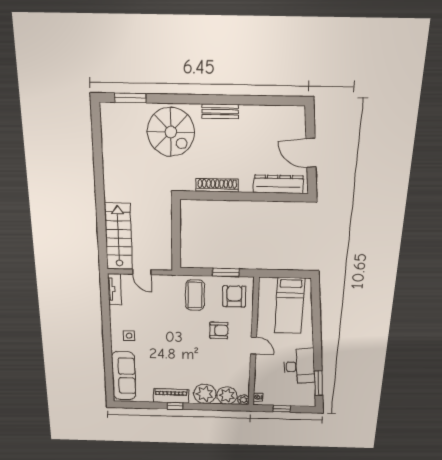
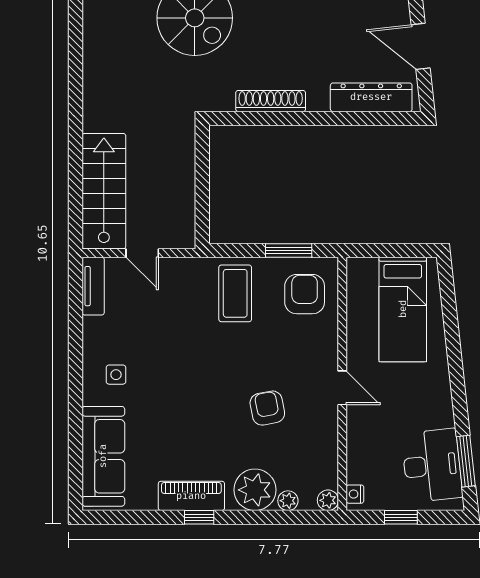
armchair: (219, 330) -> (267, 408), moved, turned -101
desk: (299, 366) -> (432, 465), moved
plant: (227, 395) -> (288, 501), width x0.53, depth x0.53

